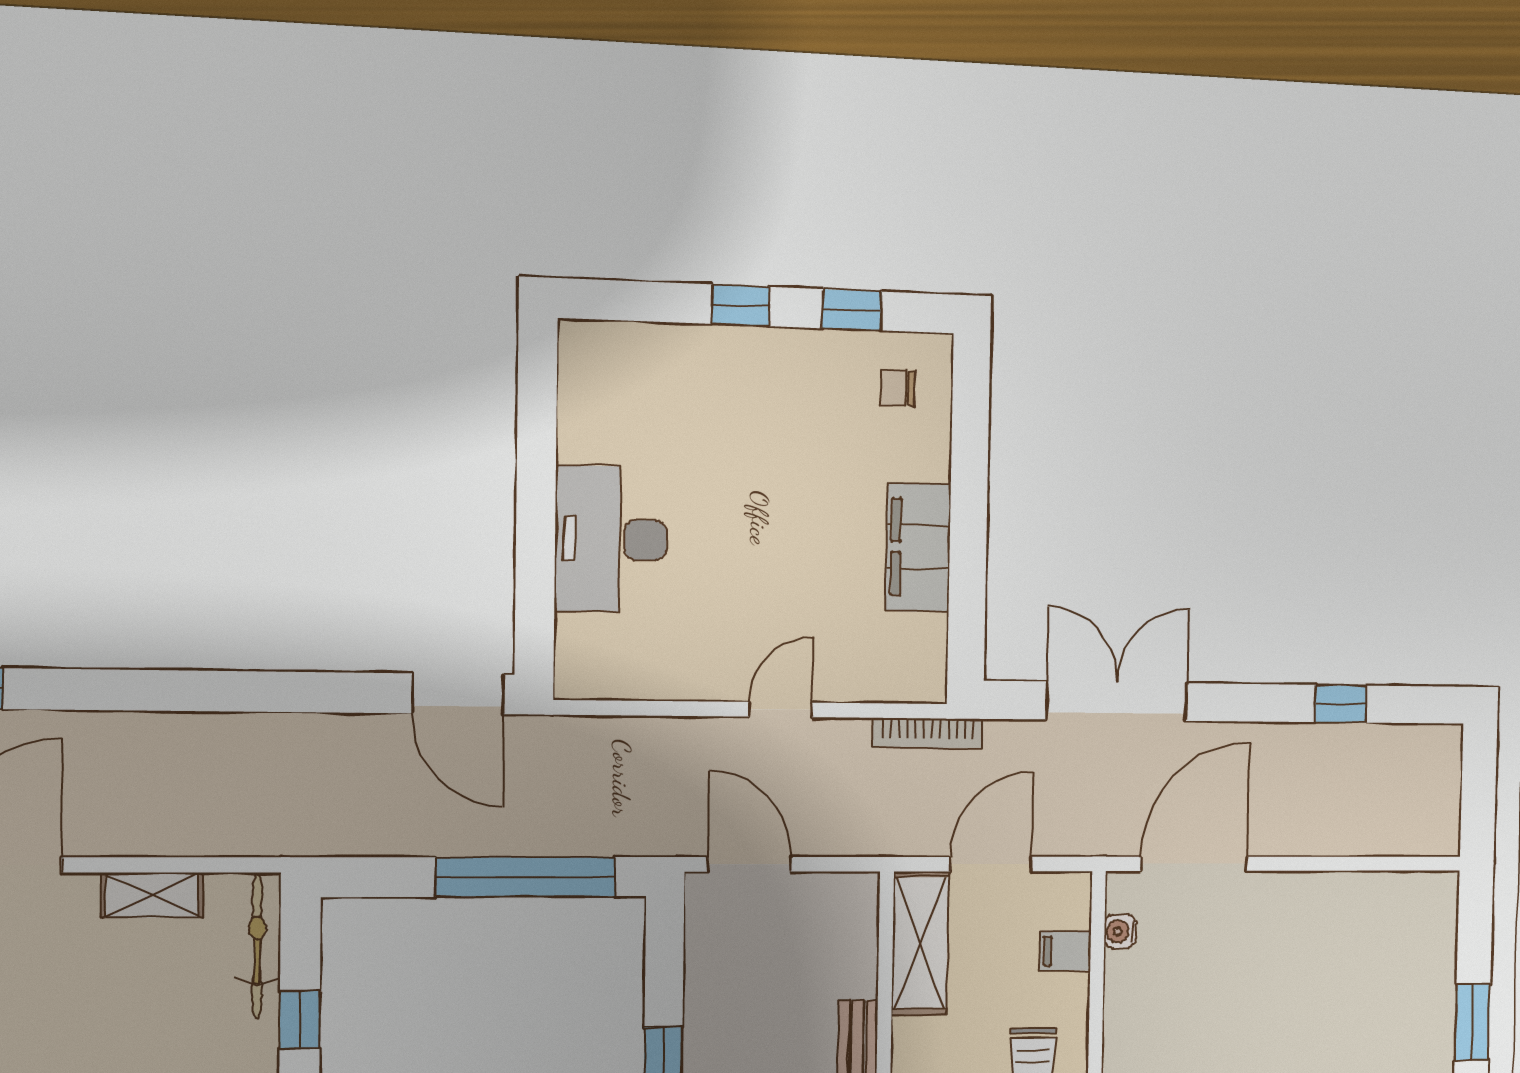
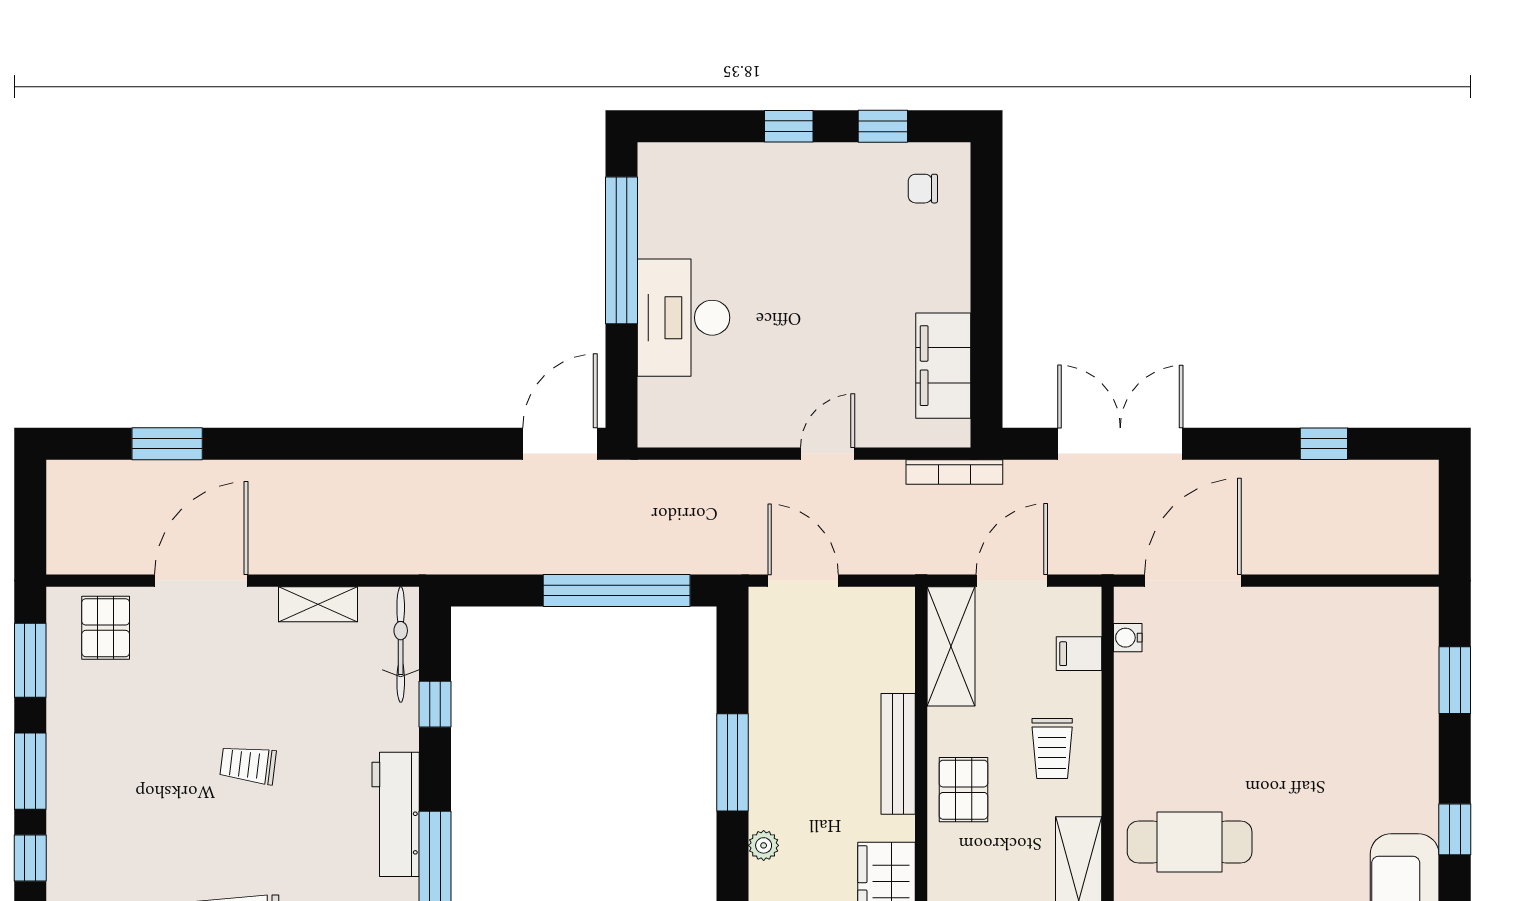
window: (537, 453) -> (621, 250), added
filing cabinet: (918, 547) -> (943, 366), moved
door: (458, 694) -> (560, 444), swing flipped
window: (1472, 1022) -> (1455, 680), moved

